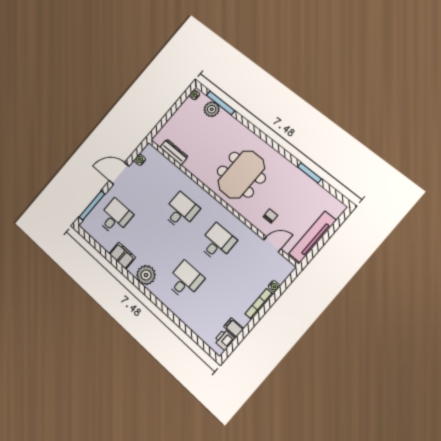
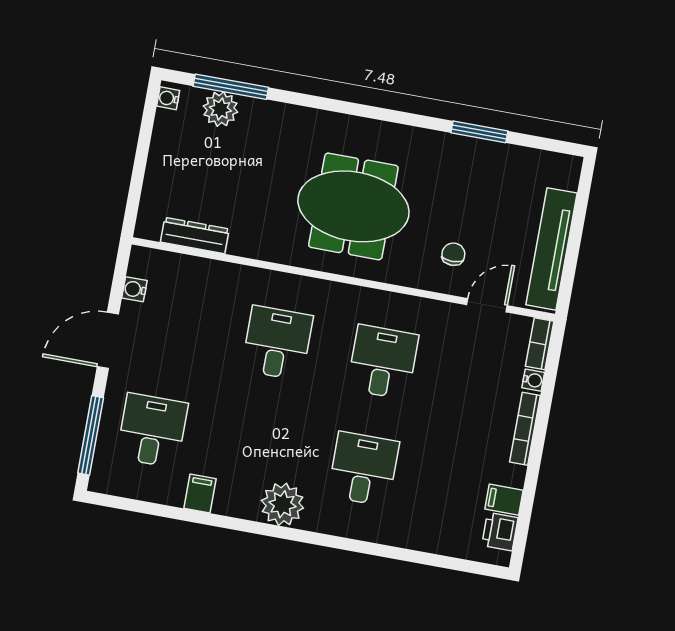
meeting table: (241, 175) -> (353, 206), turned 90
filing cabinet: (122, 256) -> (200, 494), width x0.50
bookcase: (285, 273) -> (540, 344), added

